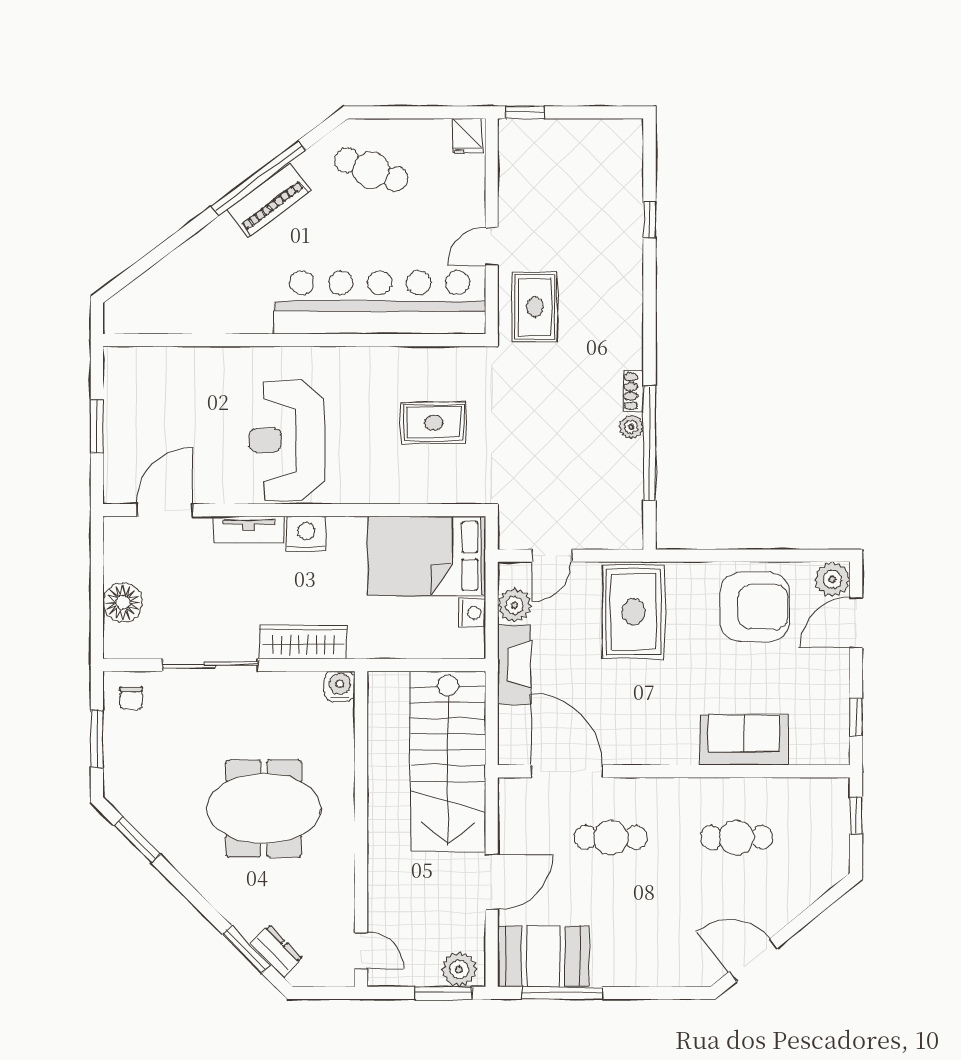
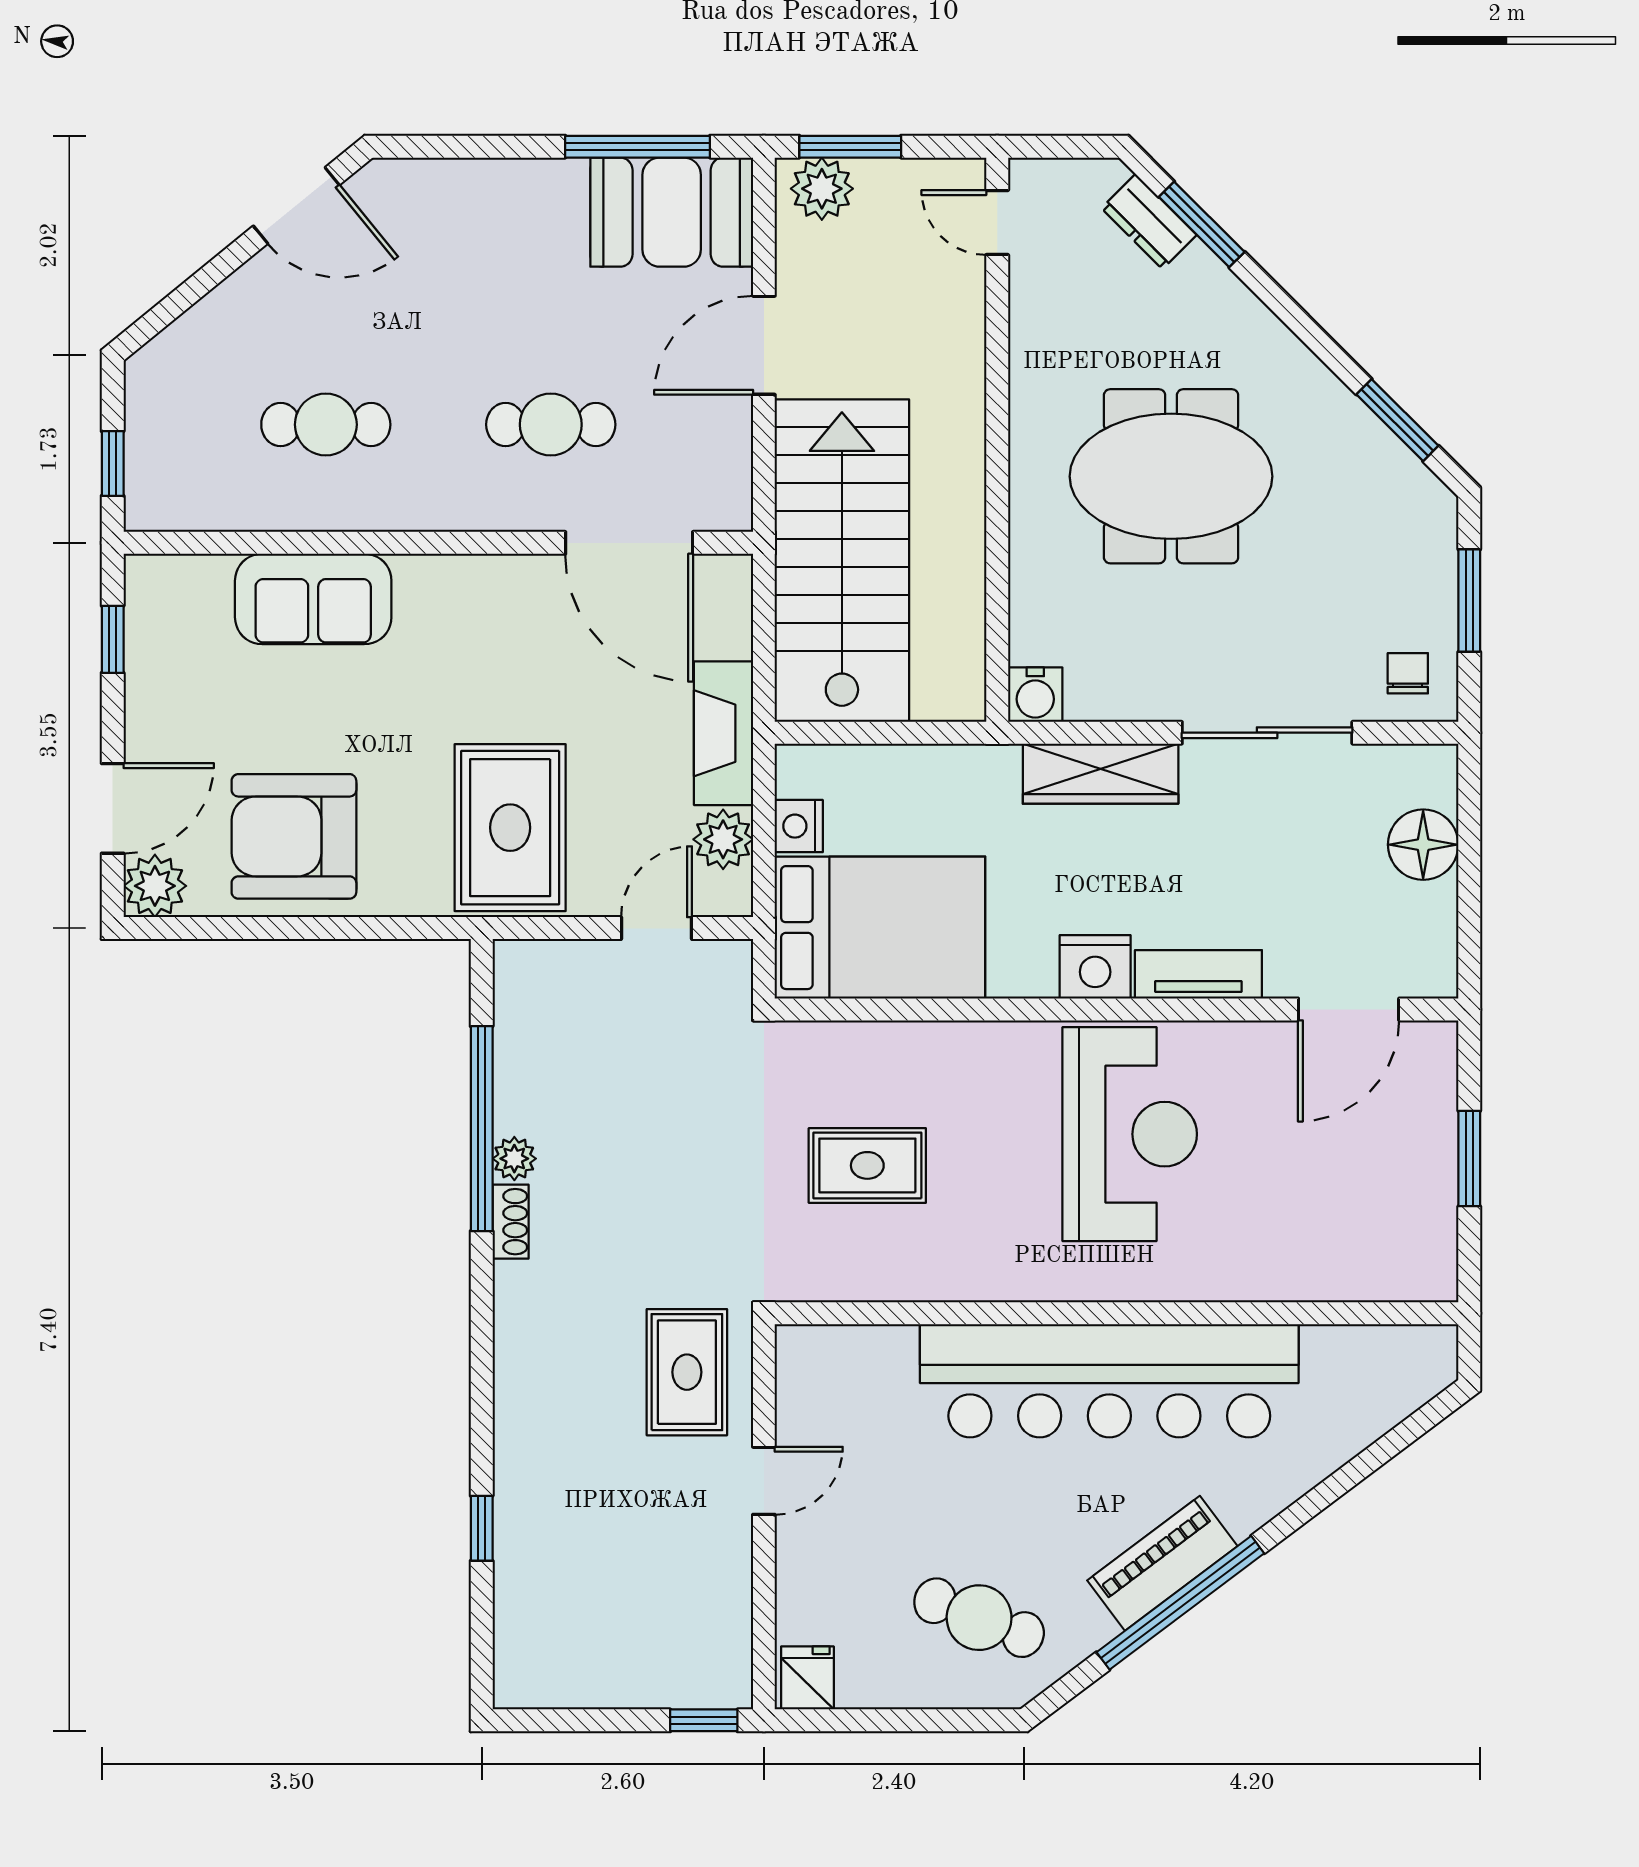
bar counter: (380, 302) -> (1109, 1381), moved

